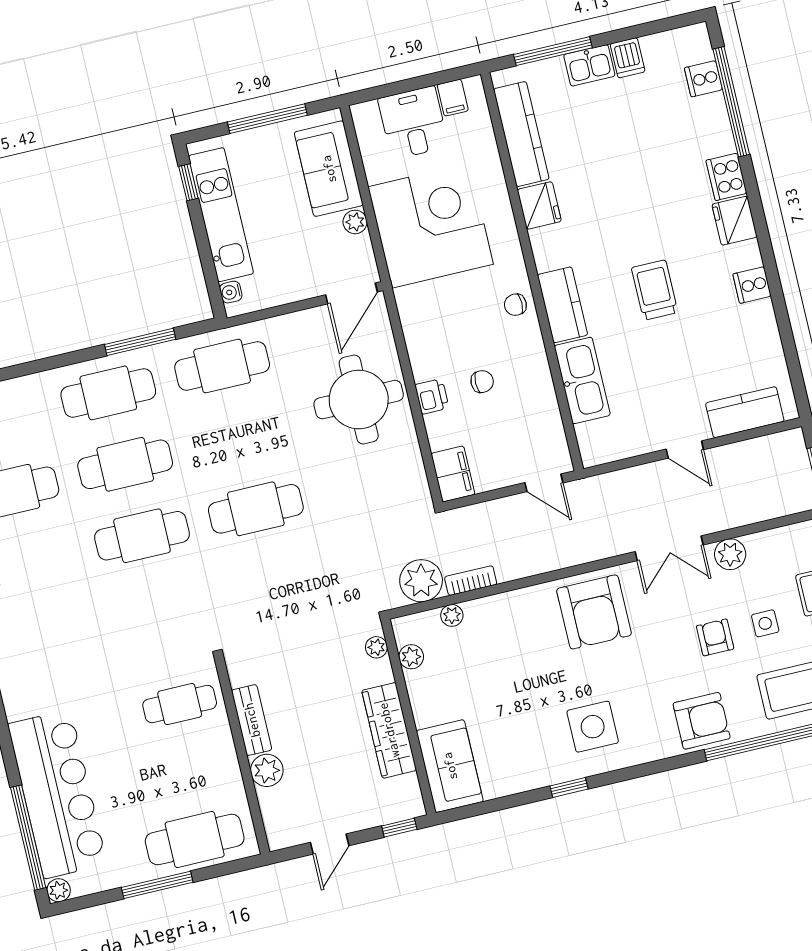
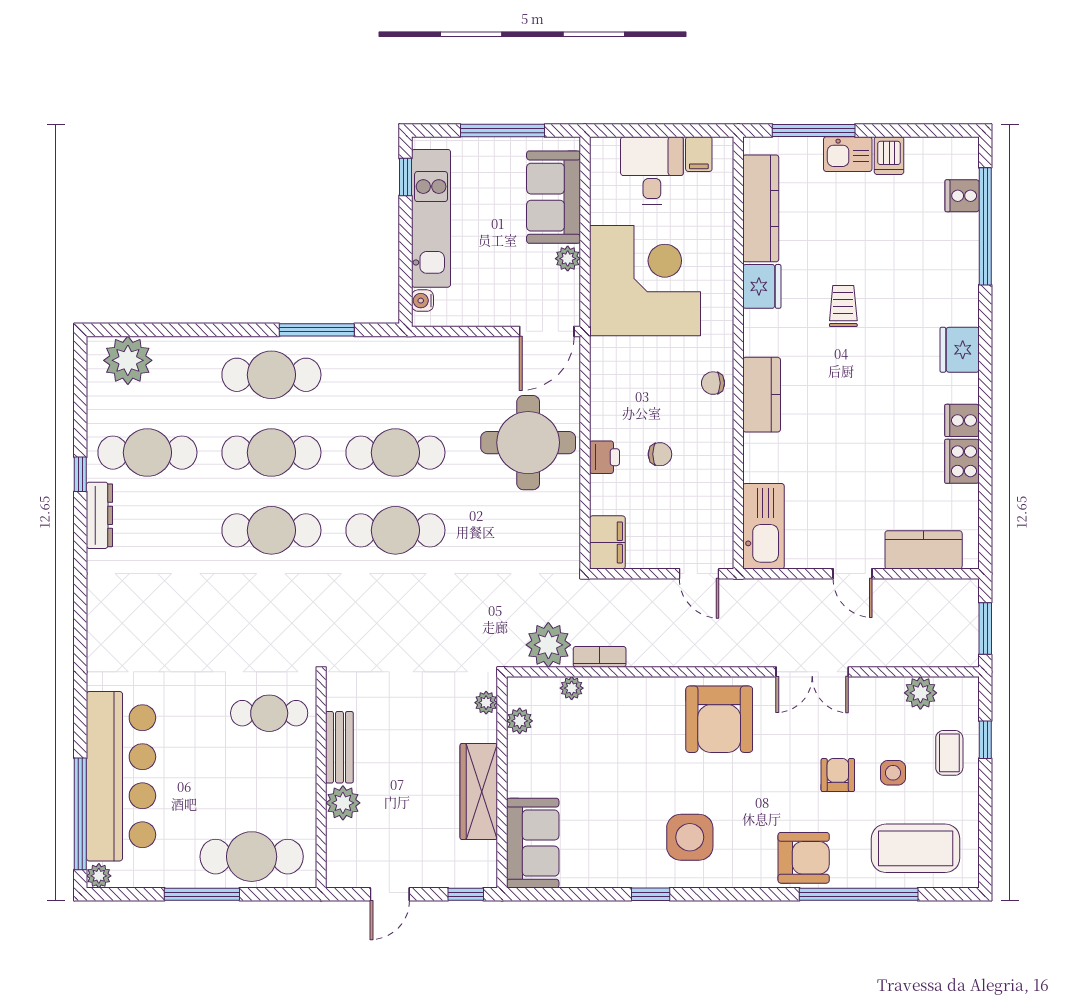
cooker: (726, 177) -> (962, 461), moved
trolley: (655, 290) -> (843, 306), moved, width x0.73, depth x0.72
cafe table: (222, 366) -> (395, 453), moved
kitchen sink: (582, 380) -> (763, 526), moved
plant: (730, 554) -> (920, 693), moved

